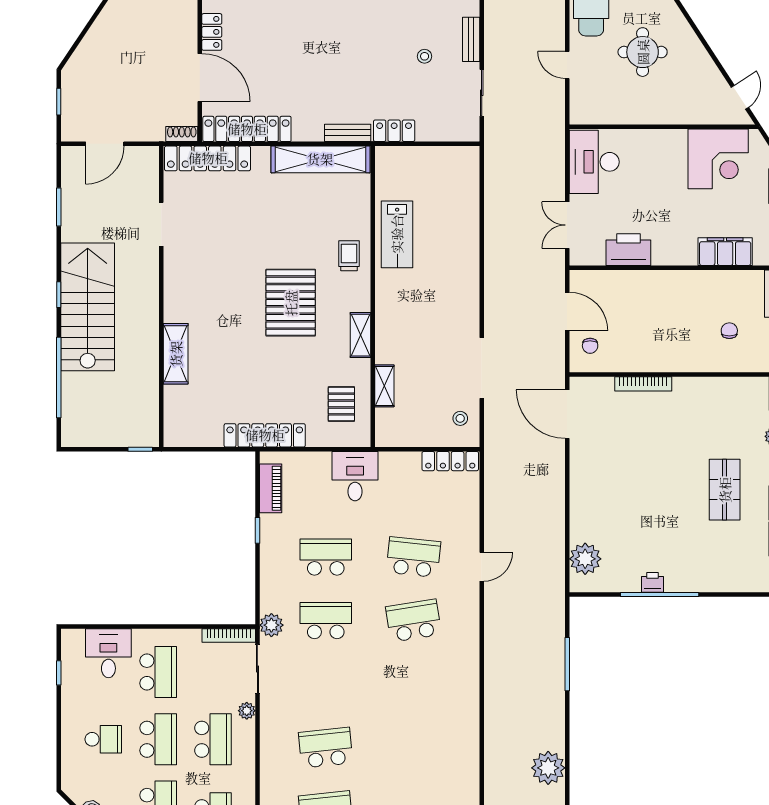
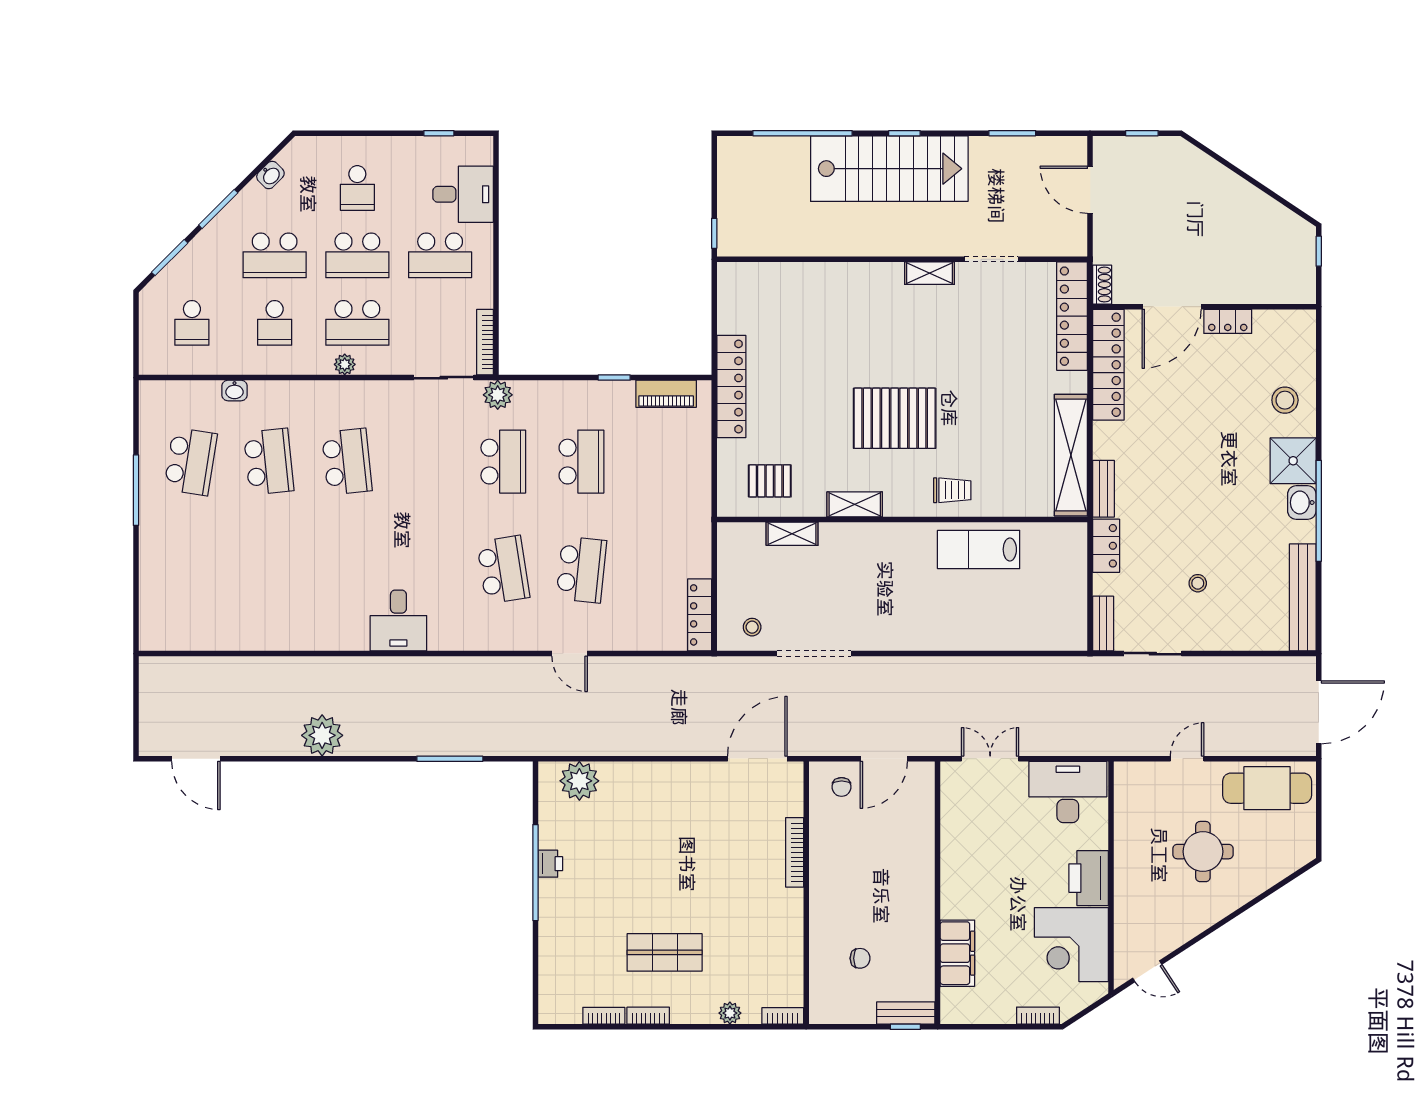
bench: (471, 39) -> (1103, 624), moved, turned 90
printer: (628, 250) -> (1089, 878), moved, turned 180
chair: (590, 346) -> (842, 787), turned -90
shelving: (176, 354) -> (930, 273), moved, width x0.67, depth x0.75
desk: (355, 476) -> (398, 620), moved, turned 90
plant: (247, 711) -> (345, 364), moved

